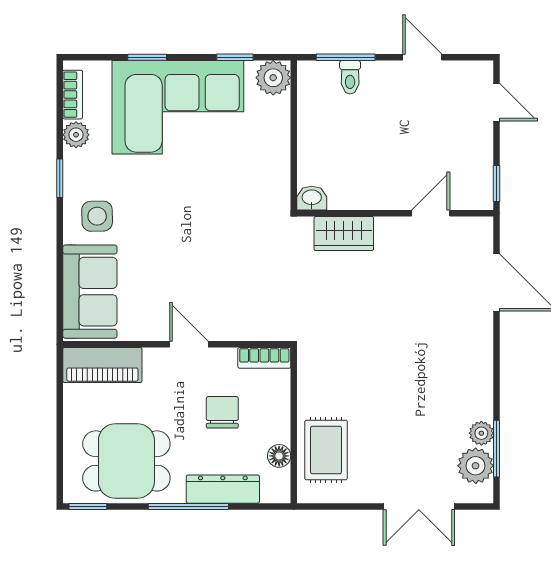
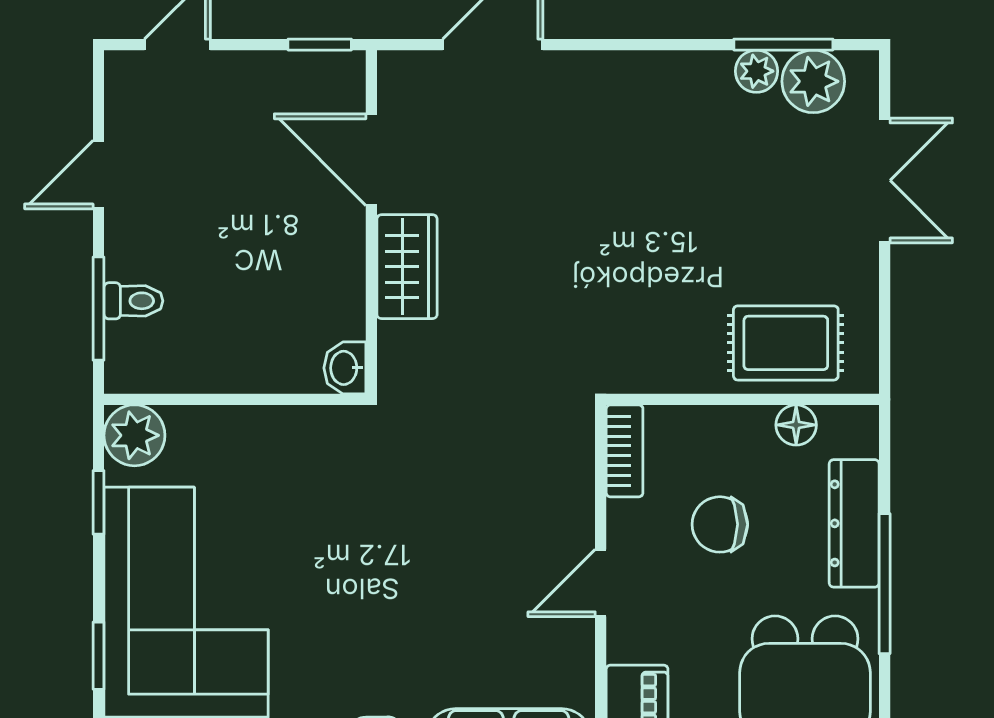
door: (431, 213) -> (371, 160), width x1.38
wardrobe: (344, 234) -> (407, 267), moved

